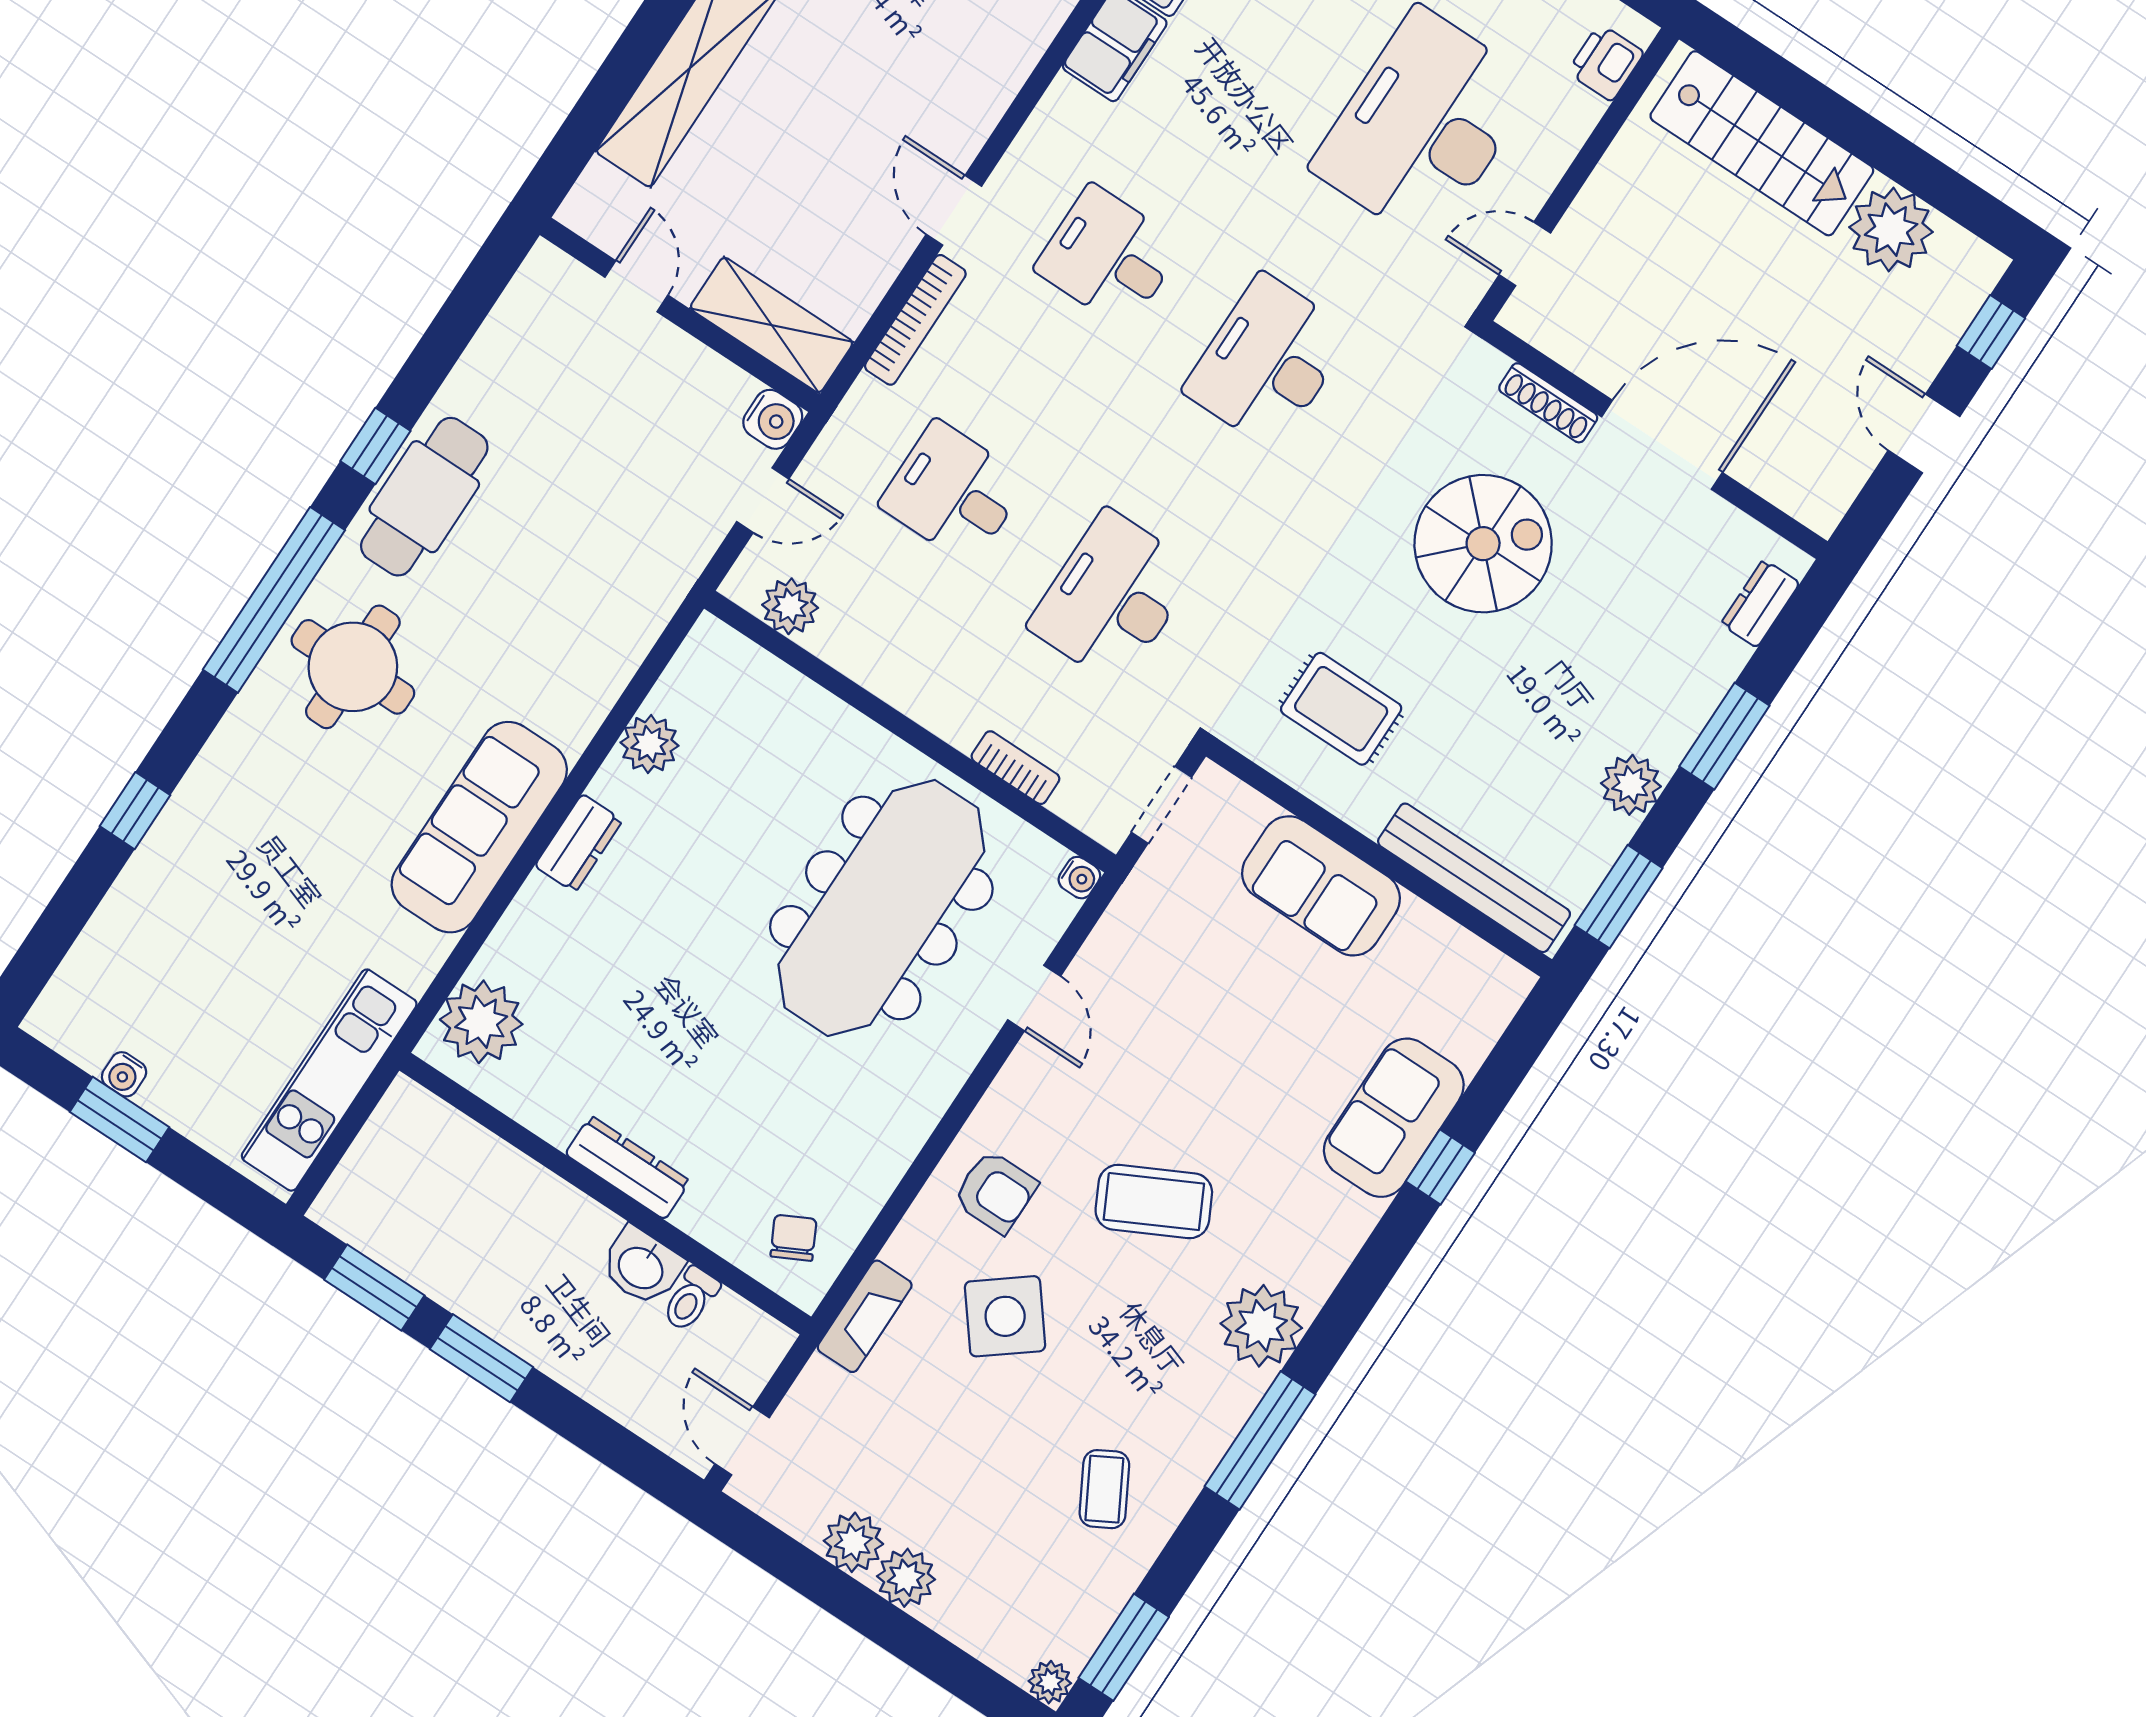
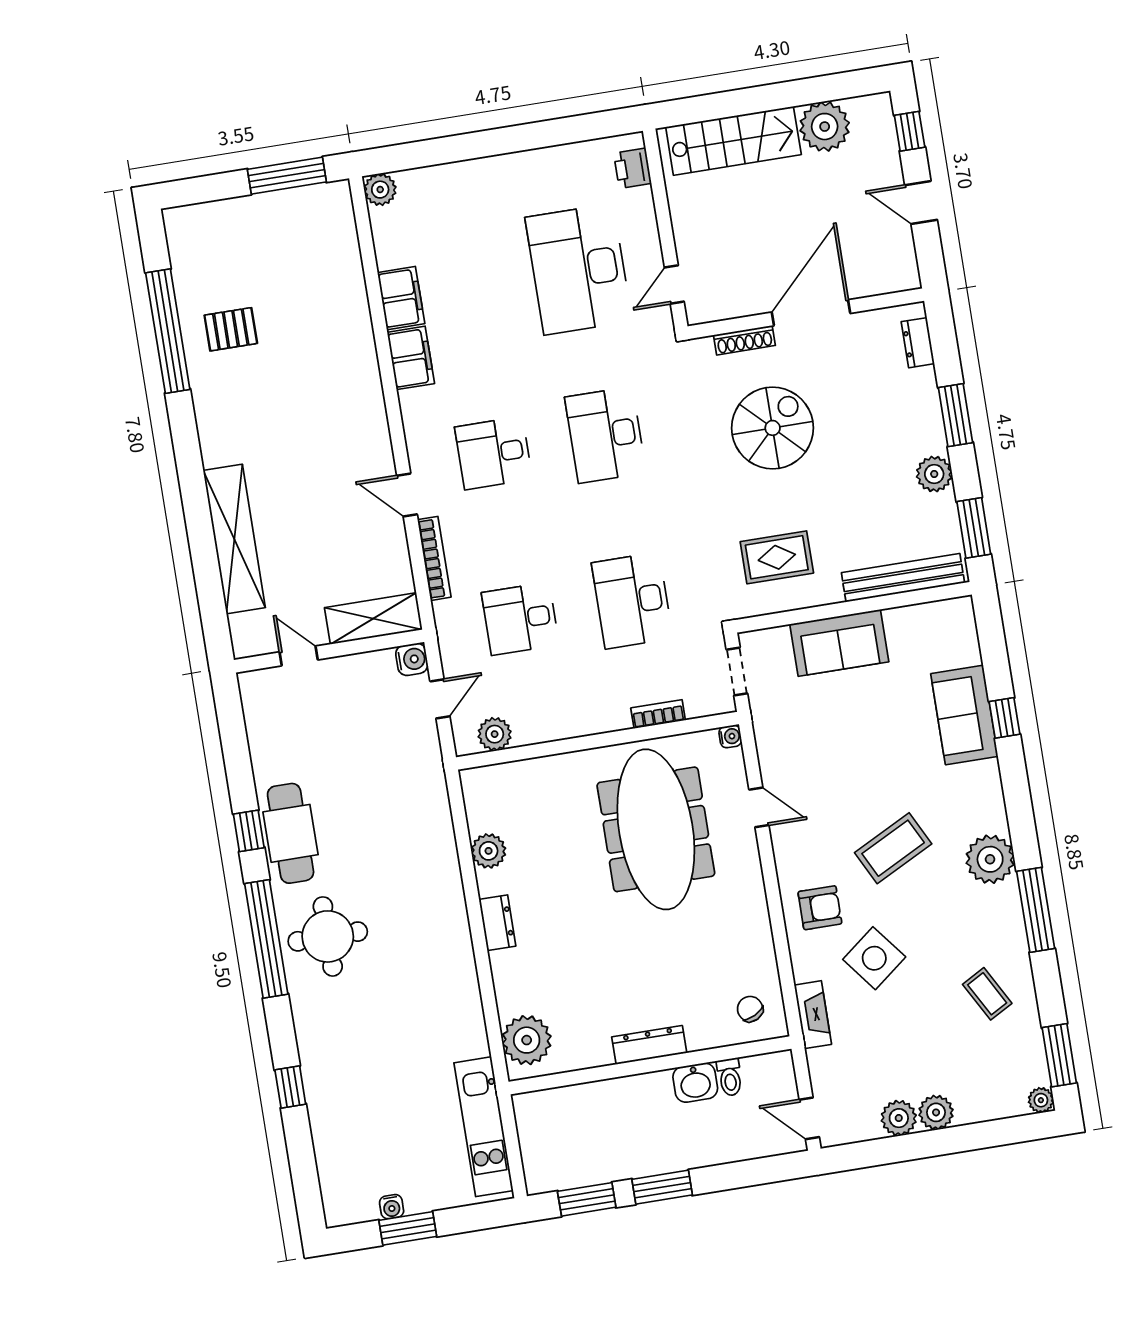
sofa: (479, 827) -> (447, 956), removed

